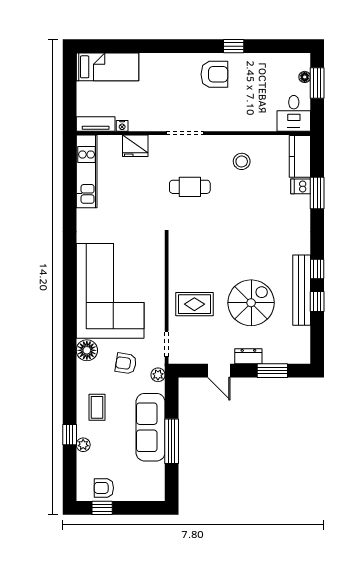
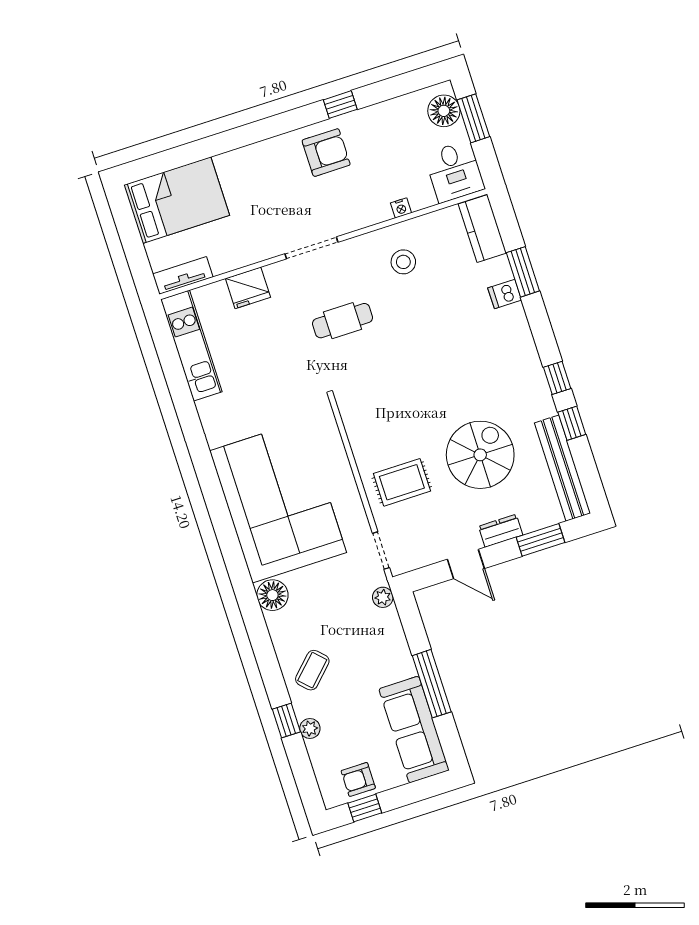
bed: (107, 67) -> (177, 200), width x1.50
floor lamp: (305, 77) -> (444, 111), width x1.89, depth x1.89
nightstand: (122, 126) -> (401, 208), moved
dishwasher: (301, 186) -> (505, 294), moved
bench: (302, 290) -> (562, 468), moved
armchair: (126, 363) -> (333, 596), removed
coffee table: (97, 407) -> (312, 670), turned 45
sofa: (151, 427) -> (414, 730), moved

